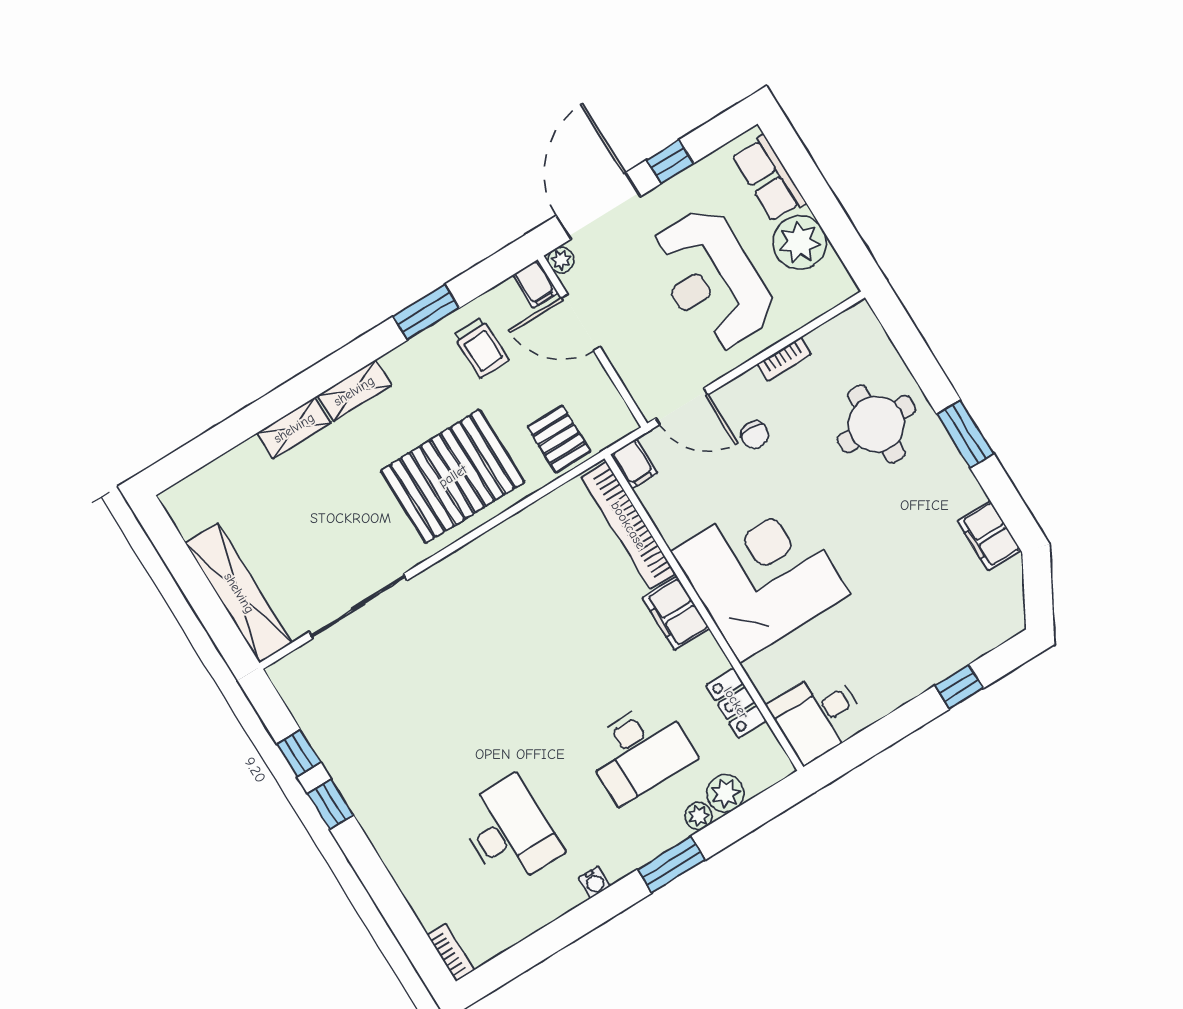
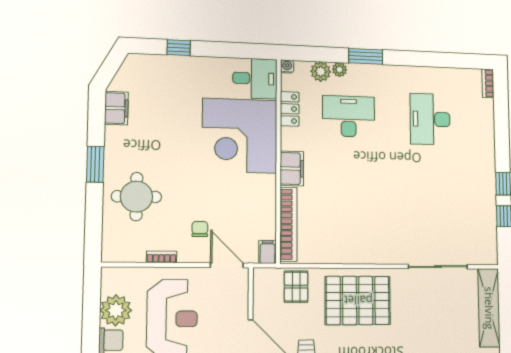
corner desk: (761, 573) -> (240, 136), moved
water cooler: (594, 882) -> (287, 66), moved

